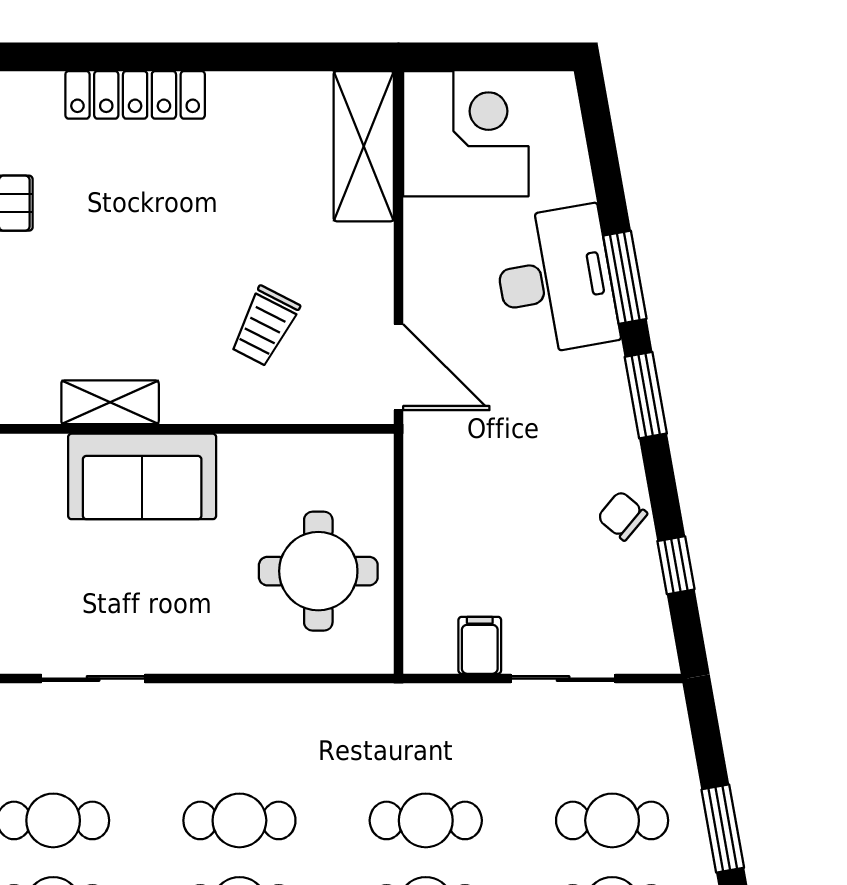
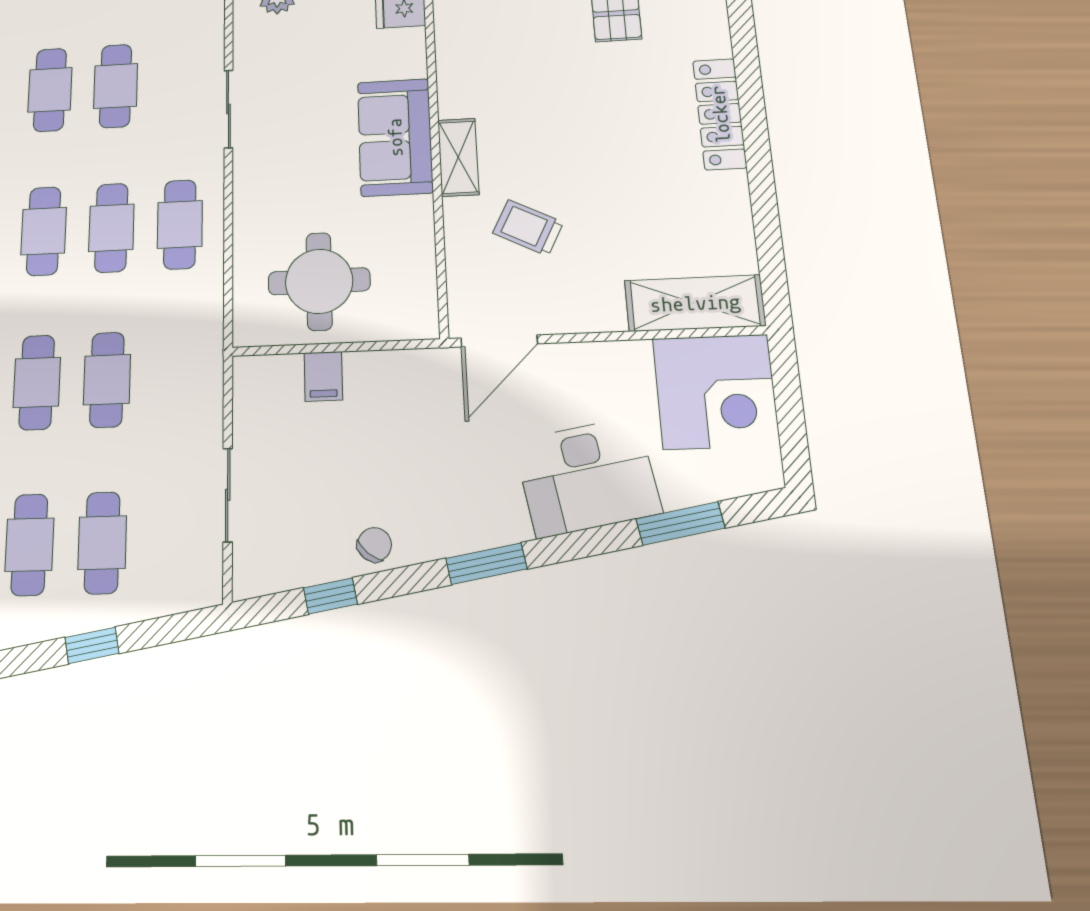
window: (625, 277) -> (680, 523), moved
shelving: (110, 402) -> (458, 157), moved
filing cabinet: (480, 645) -> (323, 376), moved, turned 90
cafe table: (239, 737) -> (180, 224), added
window: (723, 829) -> (92, 645), width x0.67

